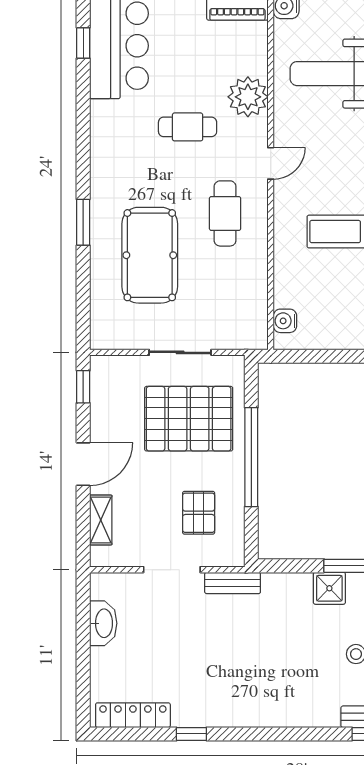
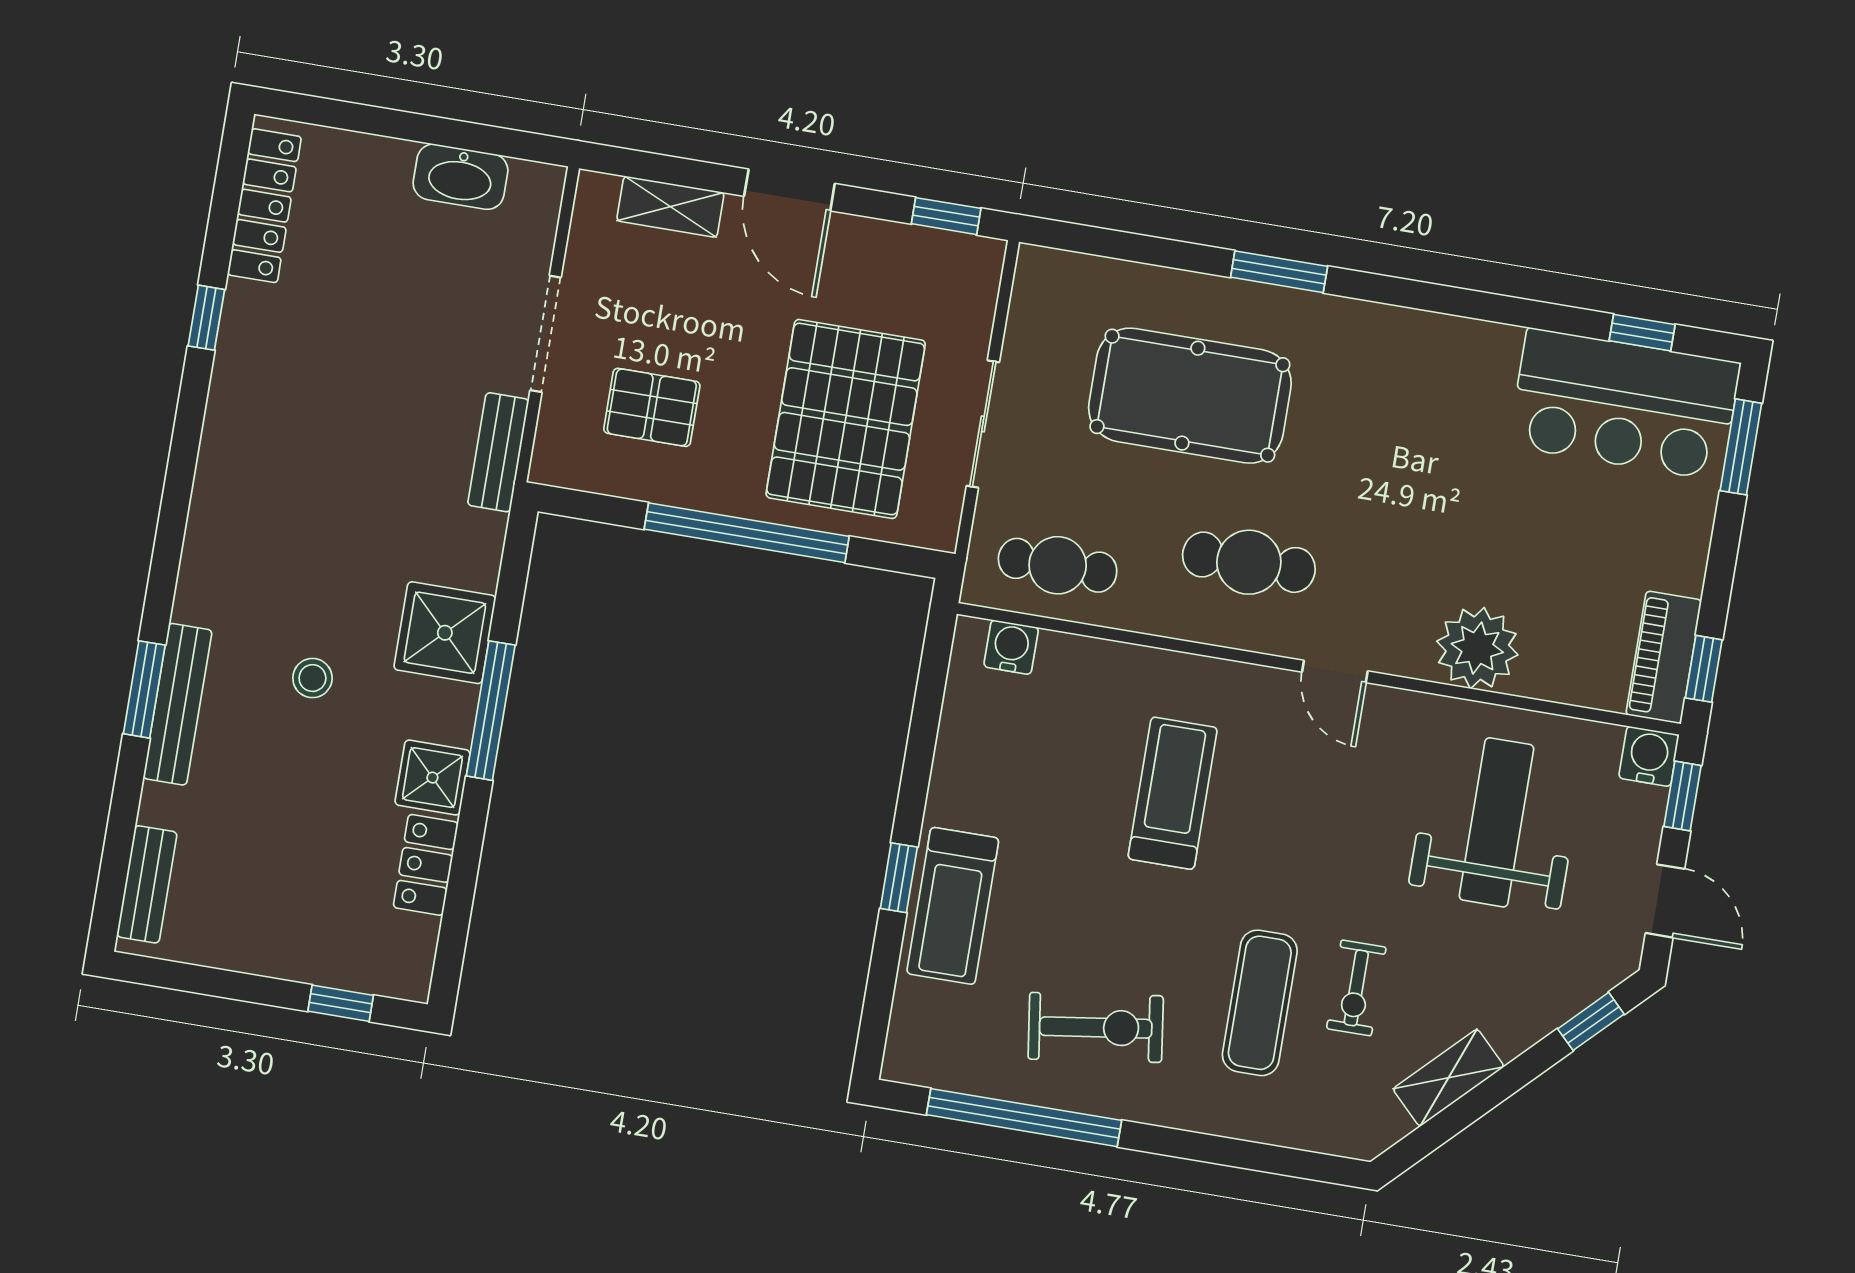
cafe table: (188, 127) -> (1058, 565), moved, turned 90
shower: (329, 588) -> (445, 633), width x1.36, depth x1.36

